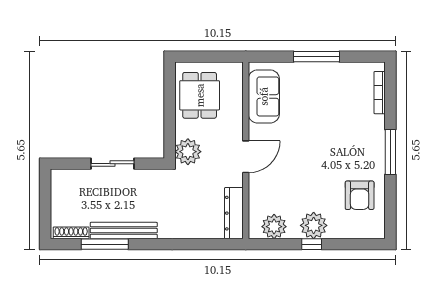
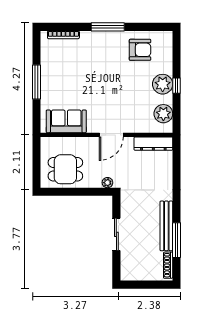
plant: (188, 152) -> (107, 183), width x0.53, depth x0.53
door: (246, 157) -> (111, 135), swing flipped

